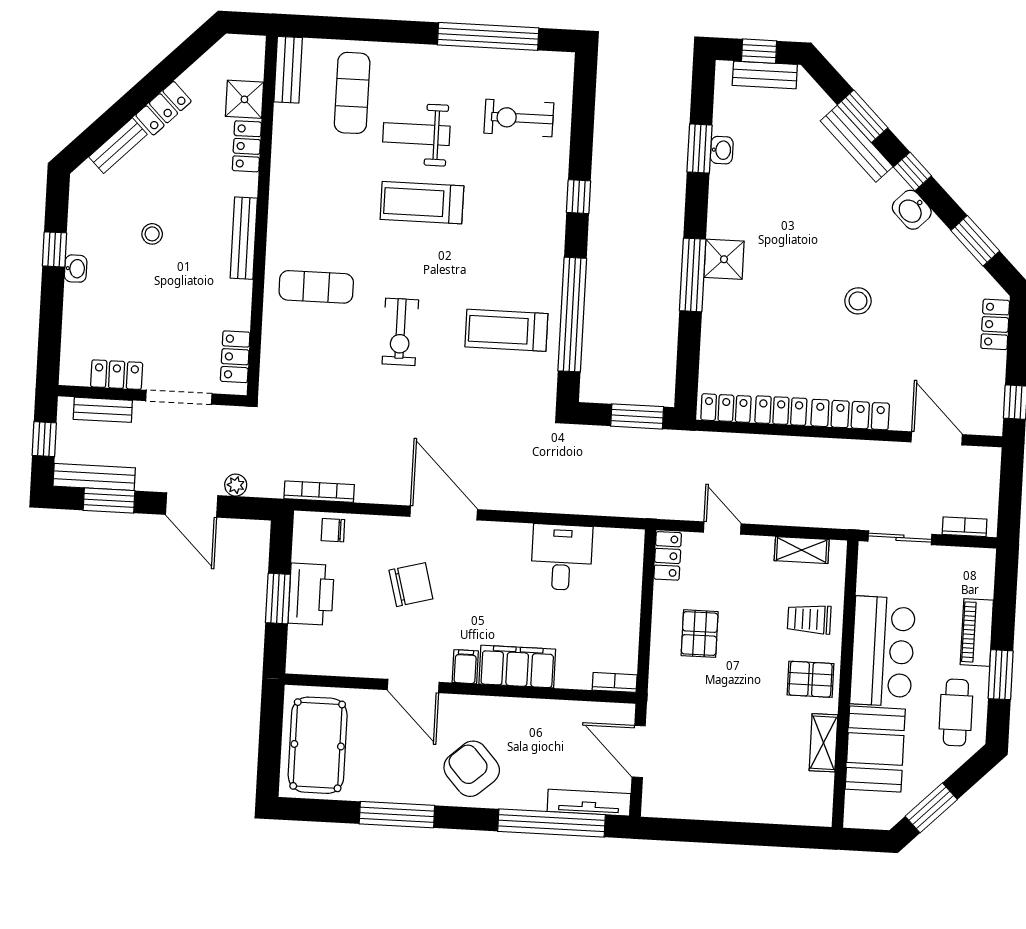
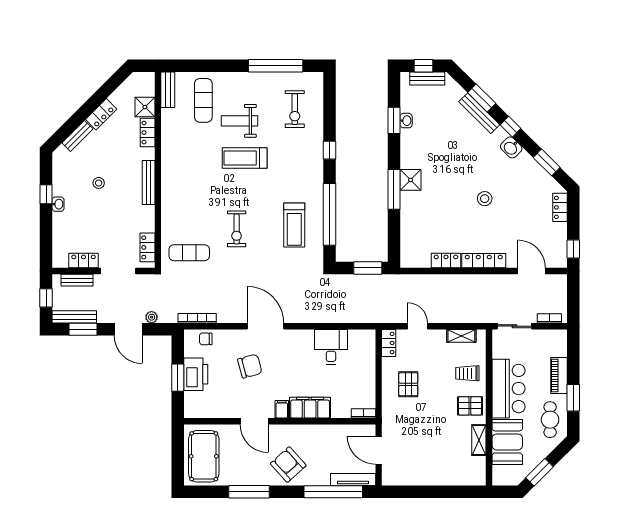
exercise bike: (519, 118) -> (295, 109), turned -90
exercise mat: (316, 287) -> (189, 253), moved
treadmill: (506, 330) -> (294, 225), turned -90
locker: (726, 408) -> (416, 261), removed

